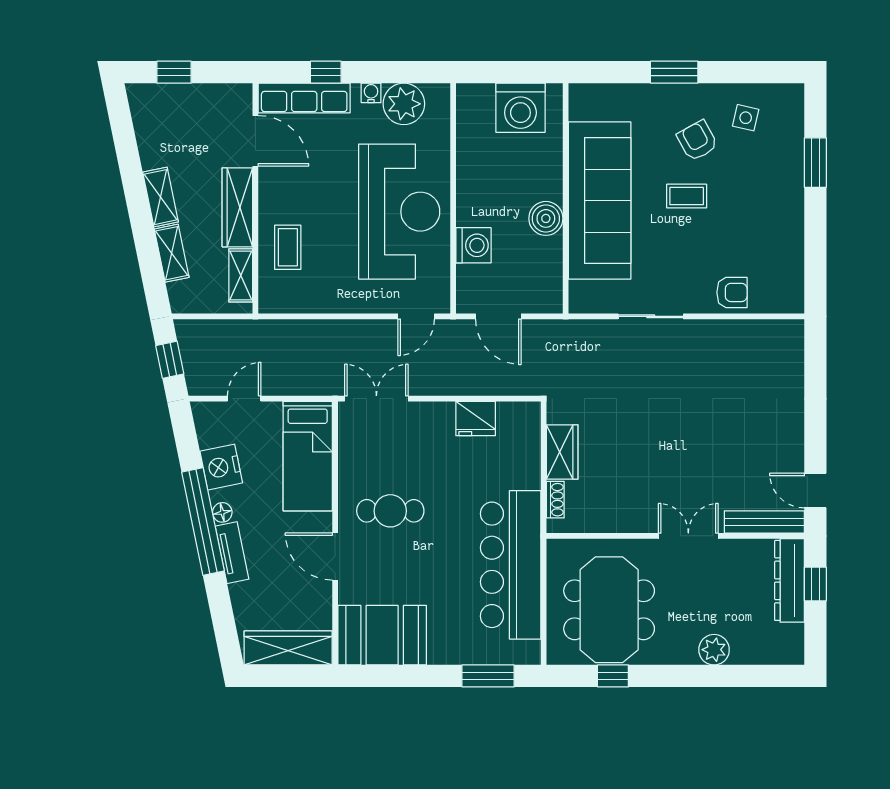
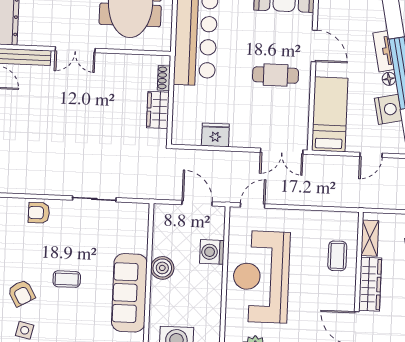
armchair: (697, 141) -> (21, 293), moved
sofa: (600, 201) -> (129, 293), width x0.74, depth x0.79

